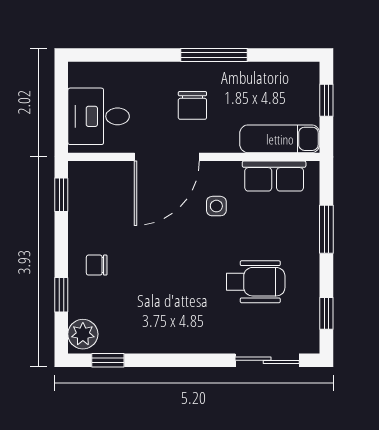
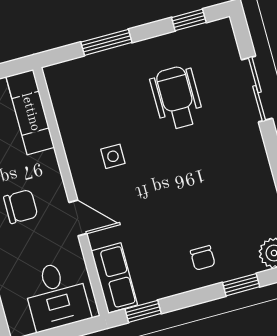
door: (167, 157) -> (78, 218), width x0.53
row of seats: (274, 176) -> (114, 278), moved
sliding door: (267, 360) -> (257, 89), moved

